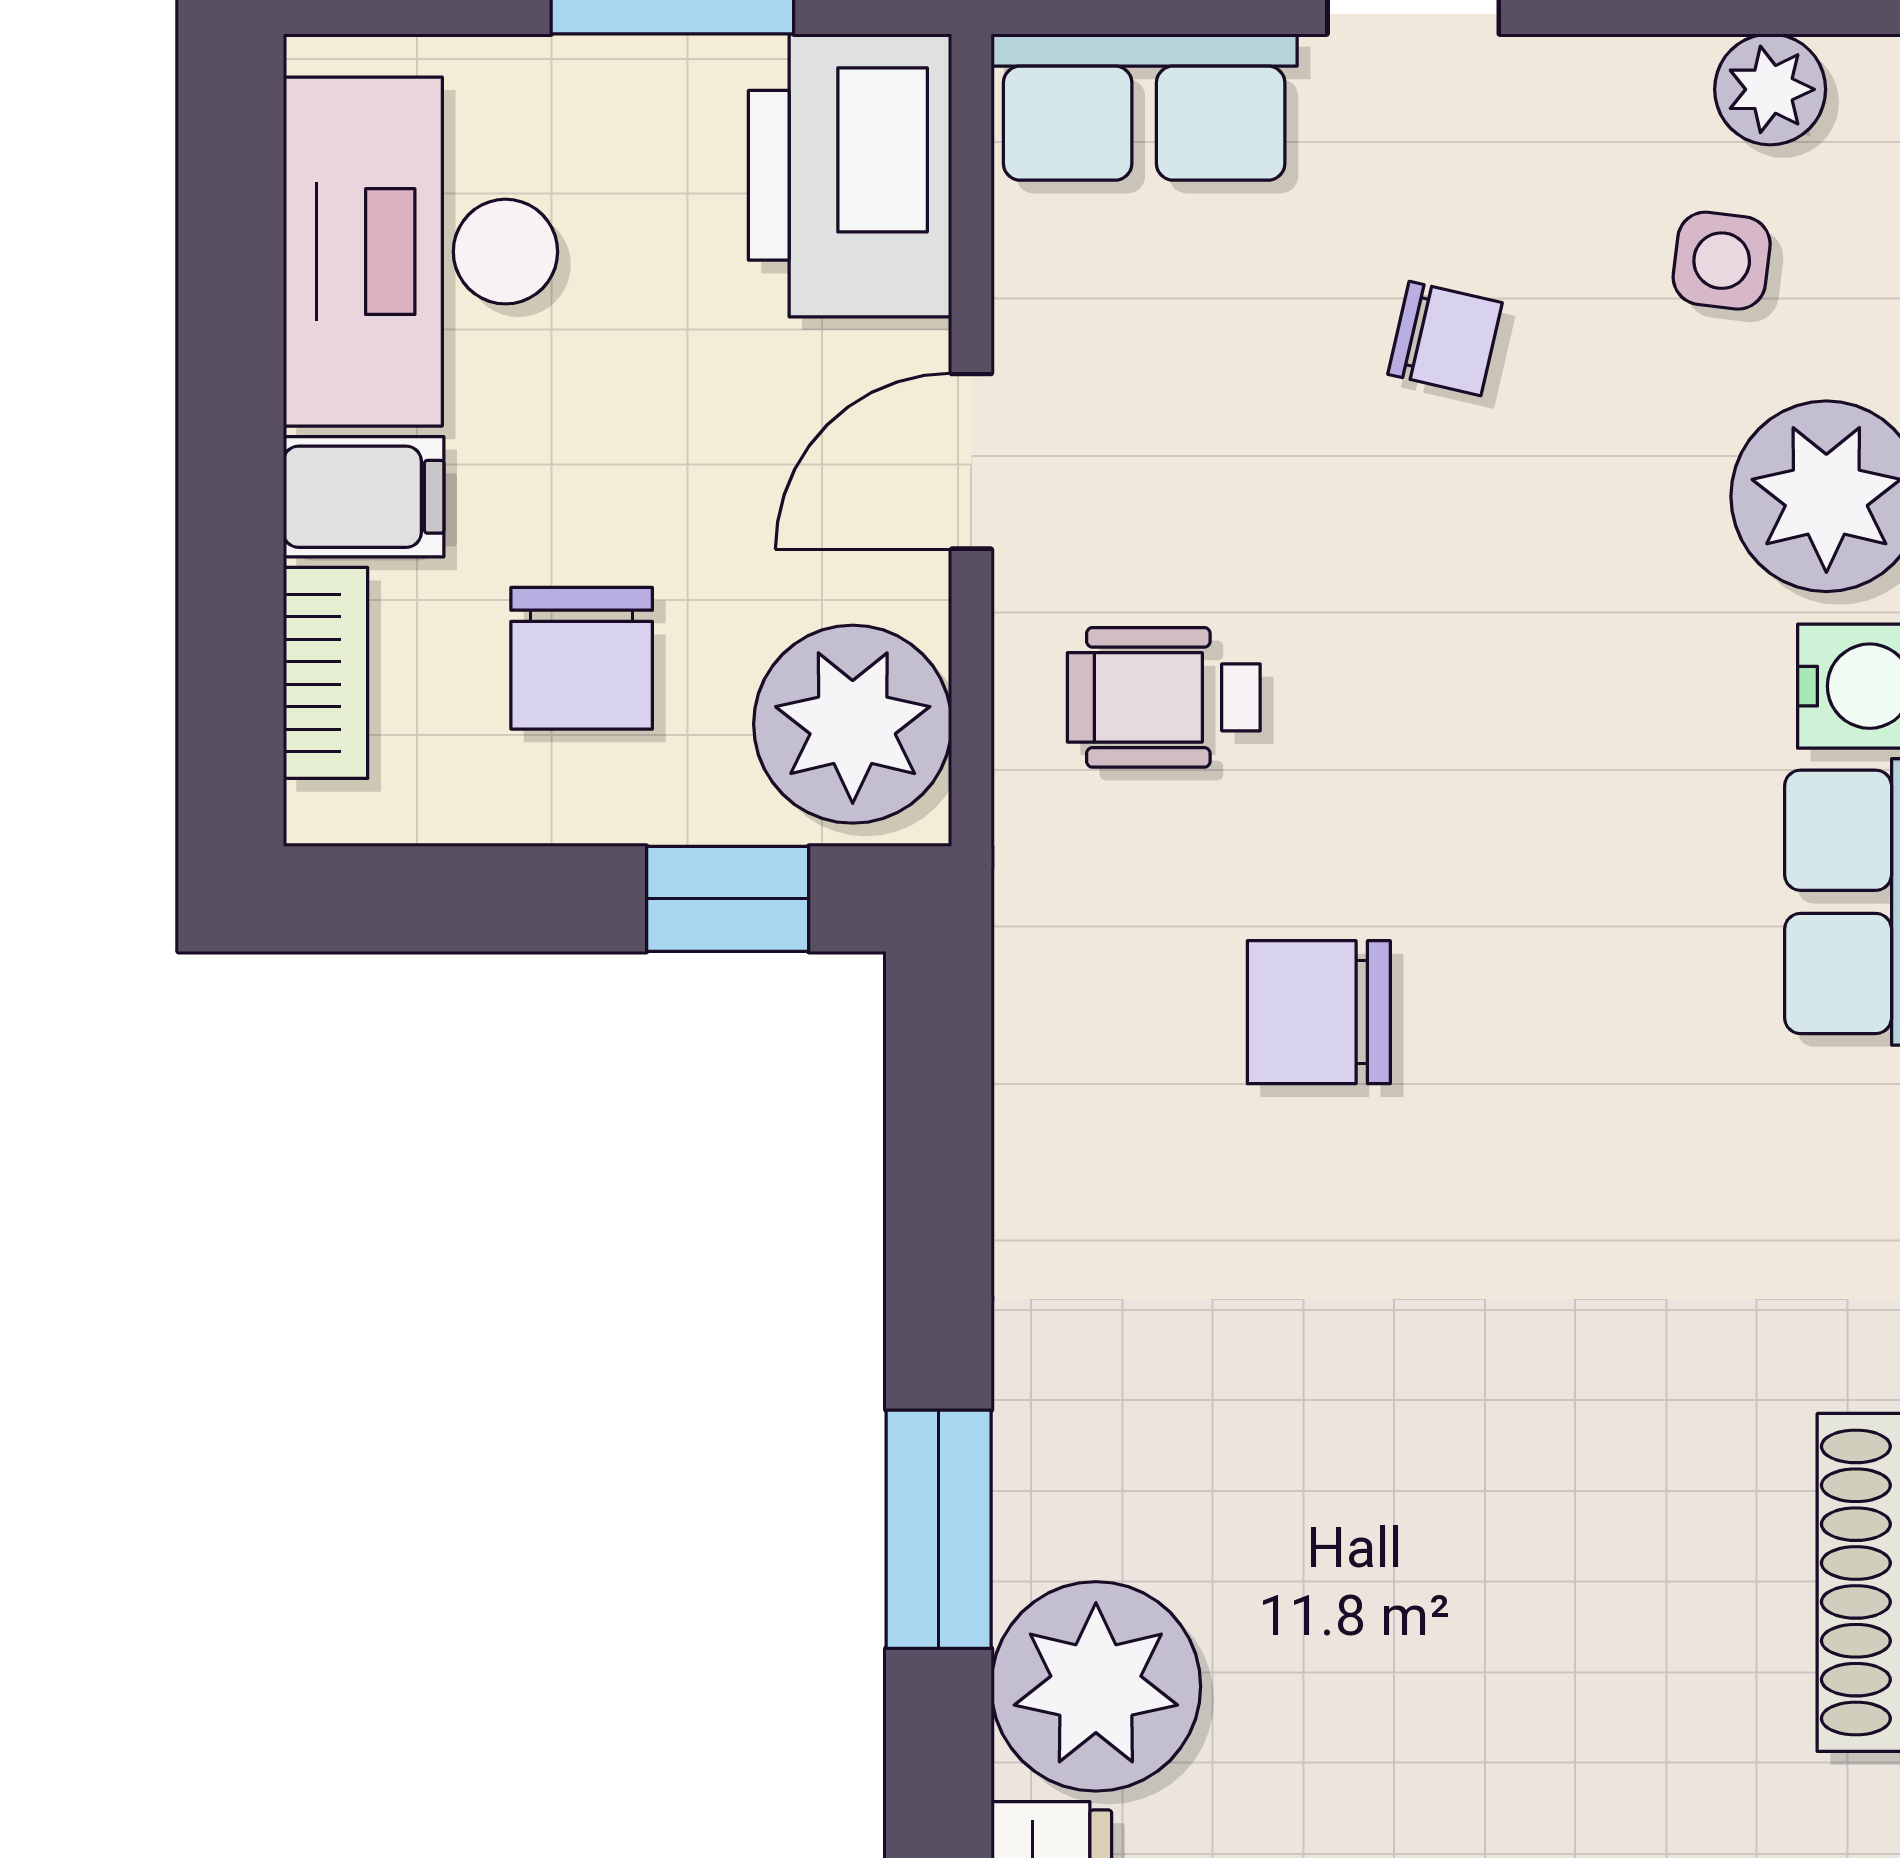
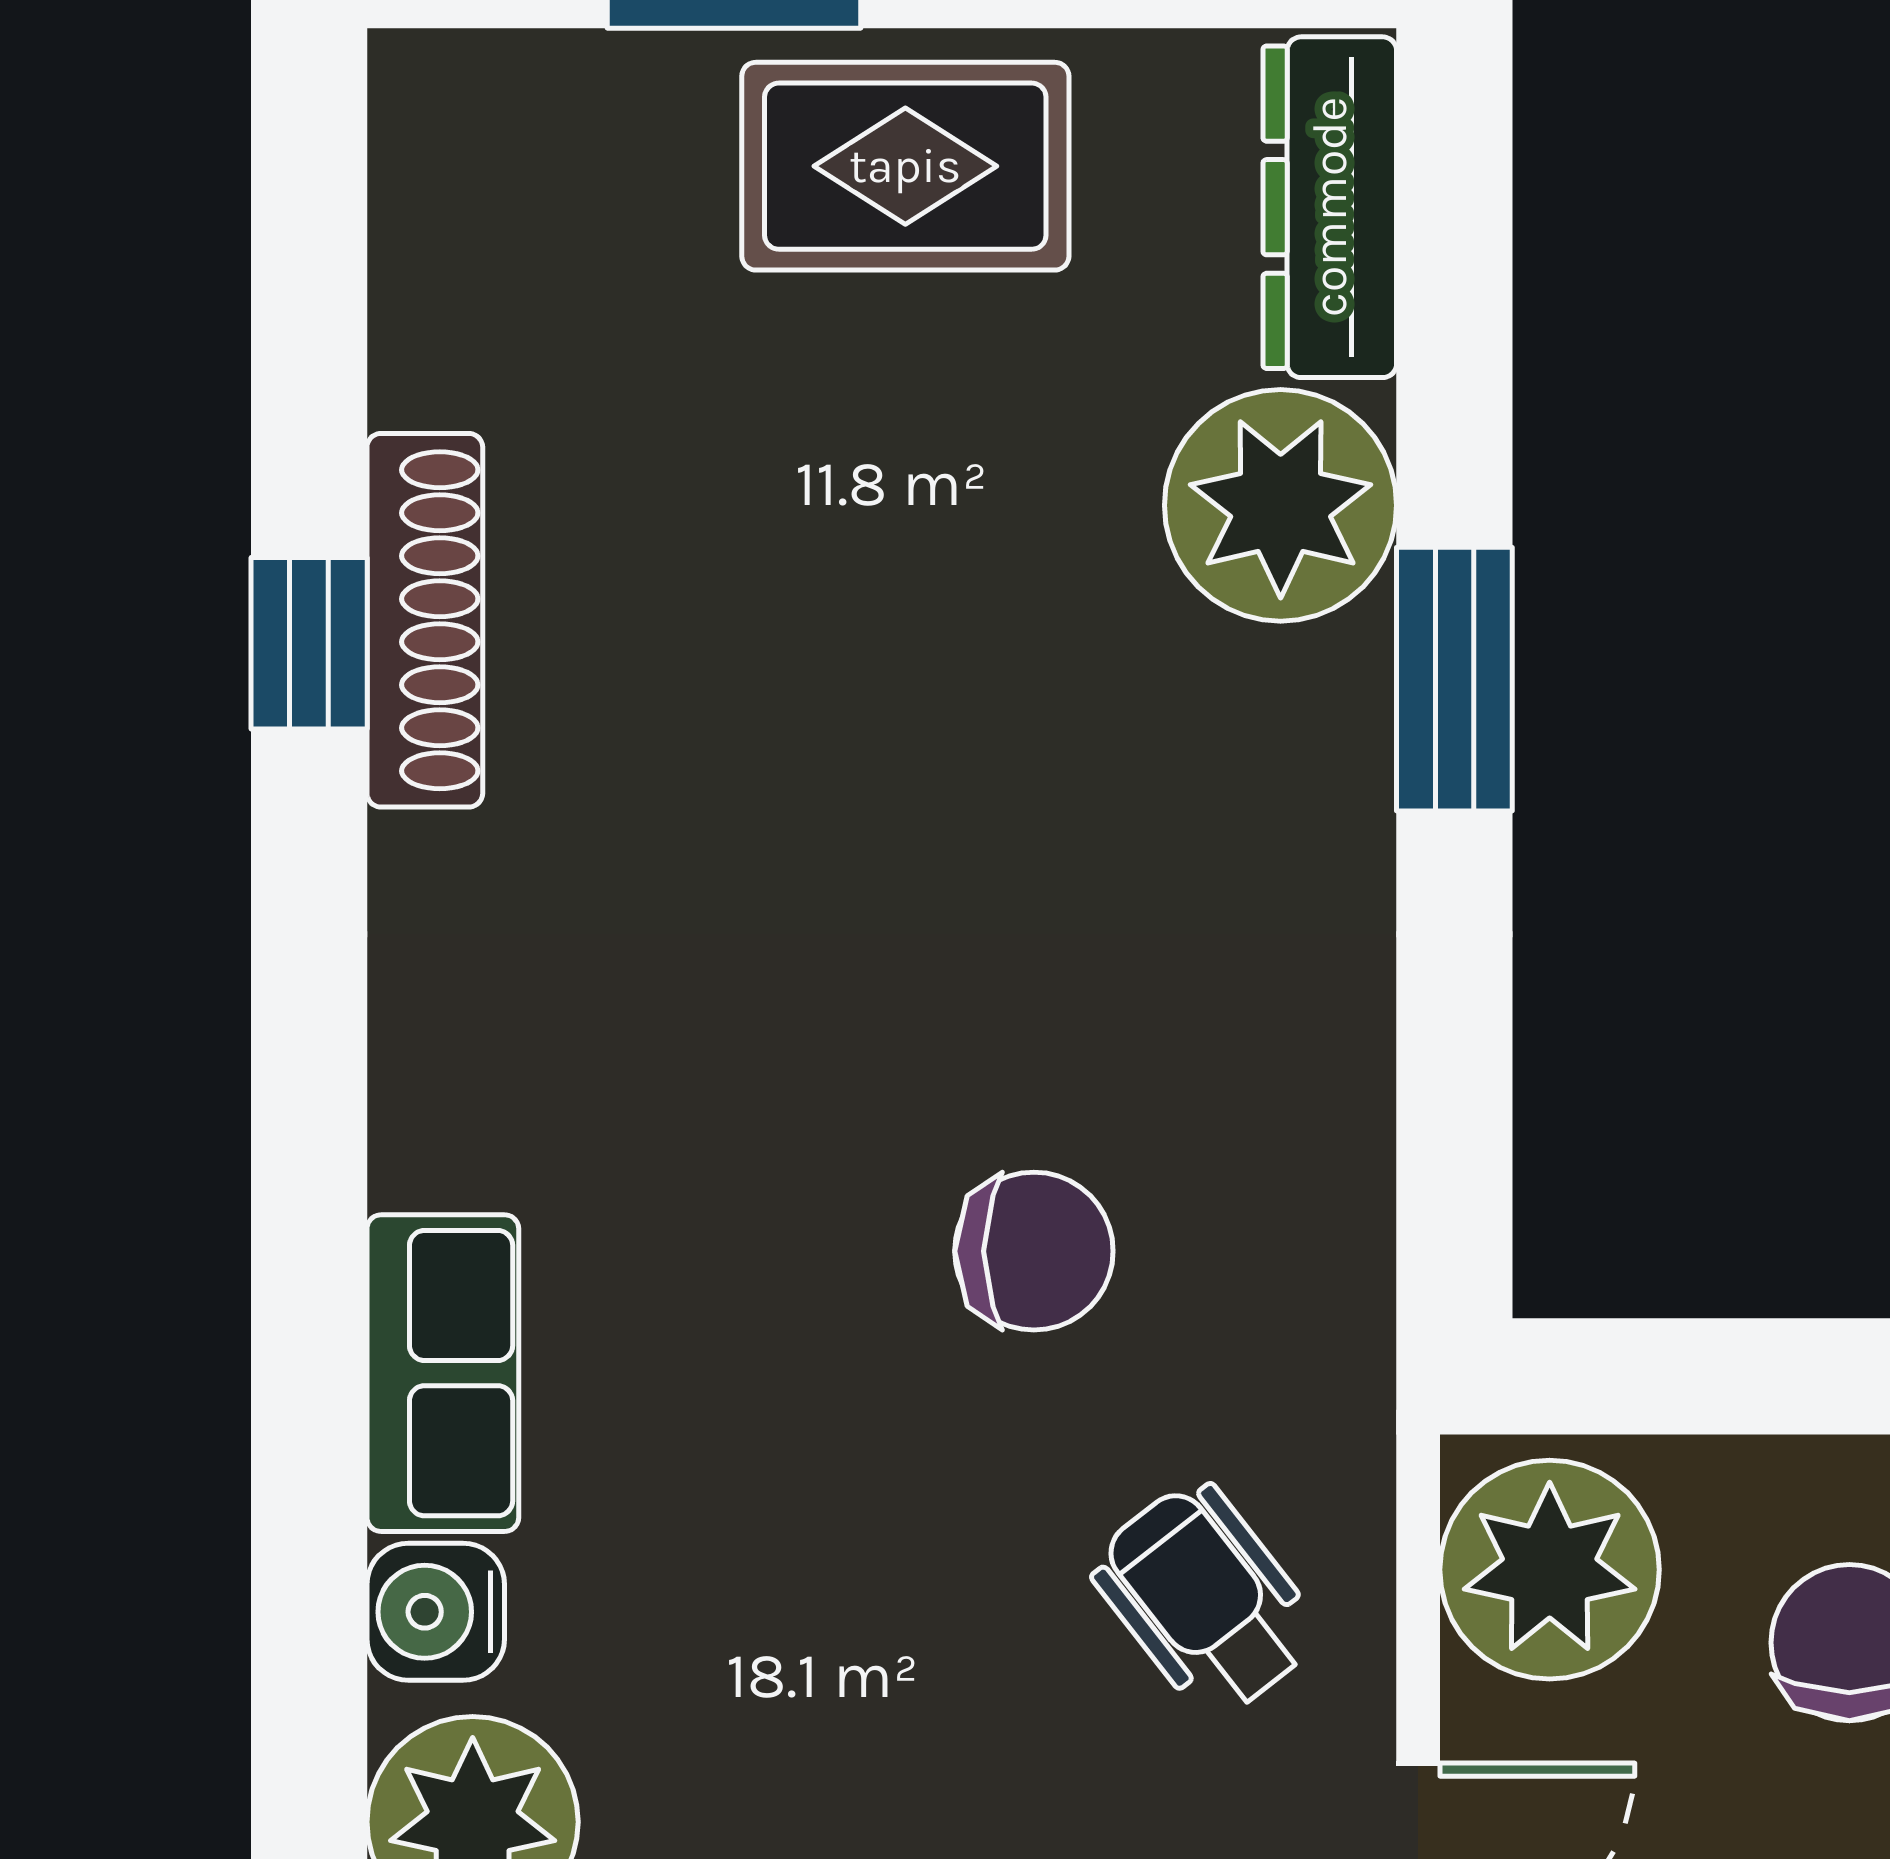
wheelchair: (1164, 697) -> (1205, 1599), turned -128
window: (728, 899) -> (1688, 1376), removed

